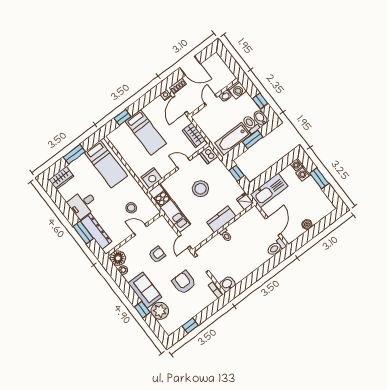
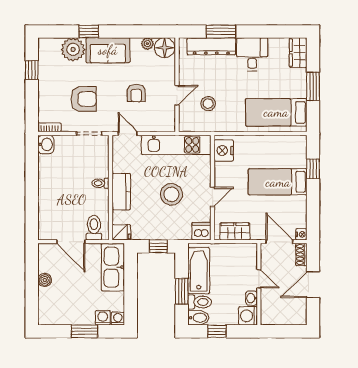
toilet: (276, 247) -> (94, 228), moved

